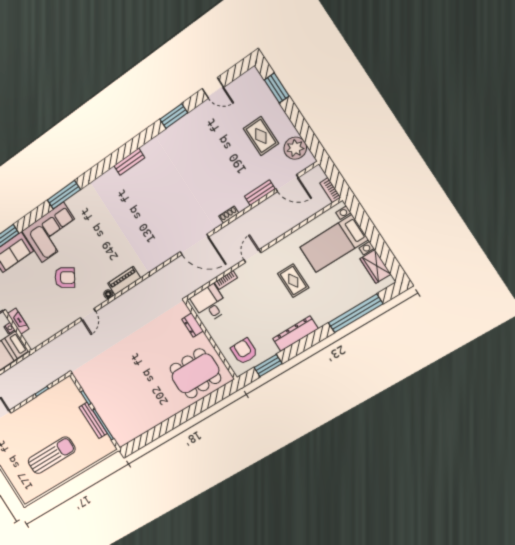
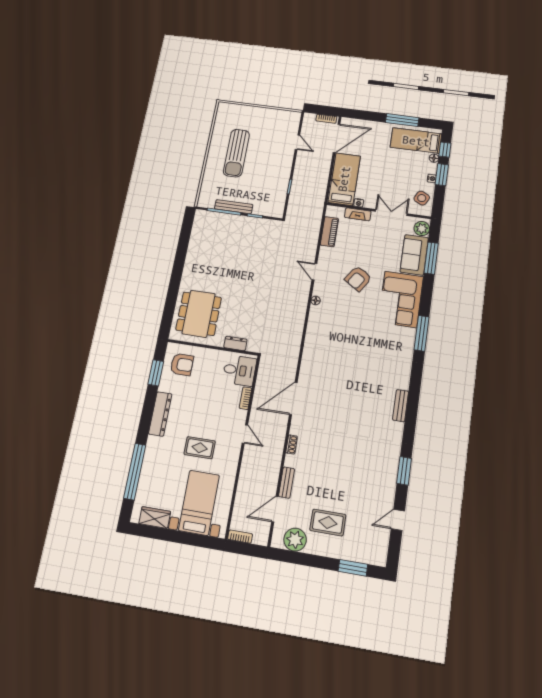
piano: (124, 281) -> (329, 232), moved

